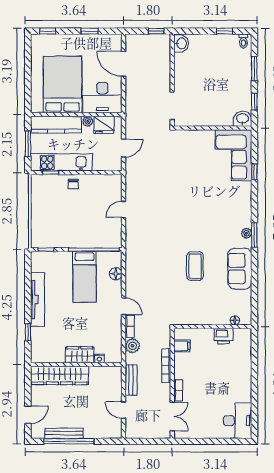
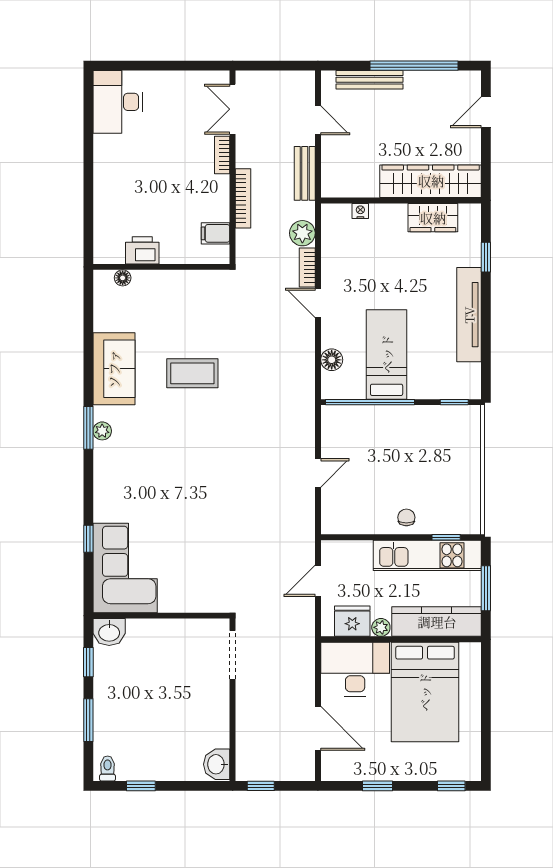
coffee table: (195, 266) -> (192, 373), turned 90
wardrobe: (80, 355) -> (433, 218), moved
bench: (64, 433) -> (370, 80), moved

